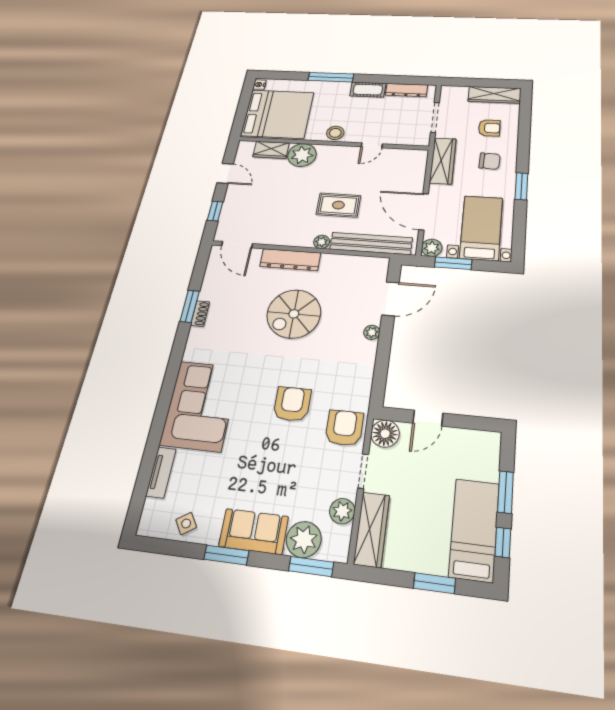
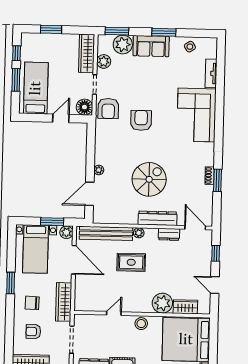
dresser: (277, 238) -> (169, 234), added
armchair: (292, 404) -> (141, 120), turned 180
bed: (474, 530) -> (36, 88), moved, turned 180

